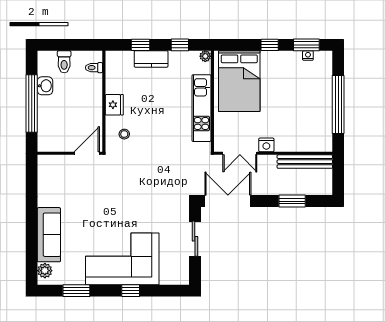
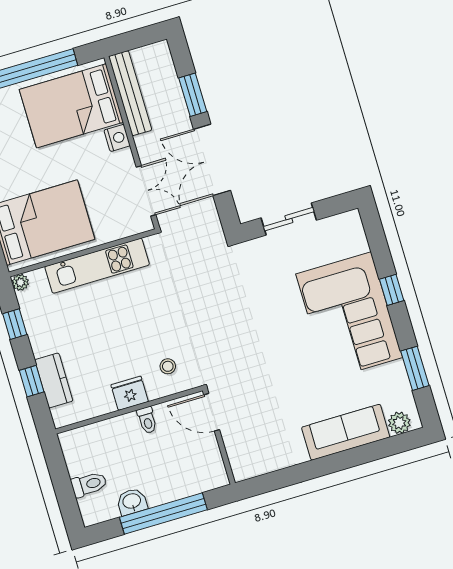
kitchen counter: (151, 59) -> (54, 380), moved
toilet: (94, 68) -> (147, 420), moved
bed: (308, 122) -> (71, 106), added
nightstand: (266, 145) -> (117, 138), moved
double door: (228, 201) -> (212, 160), moved

